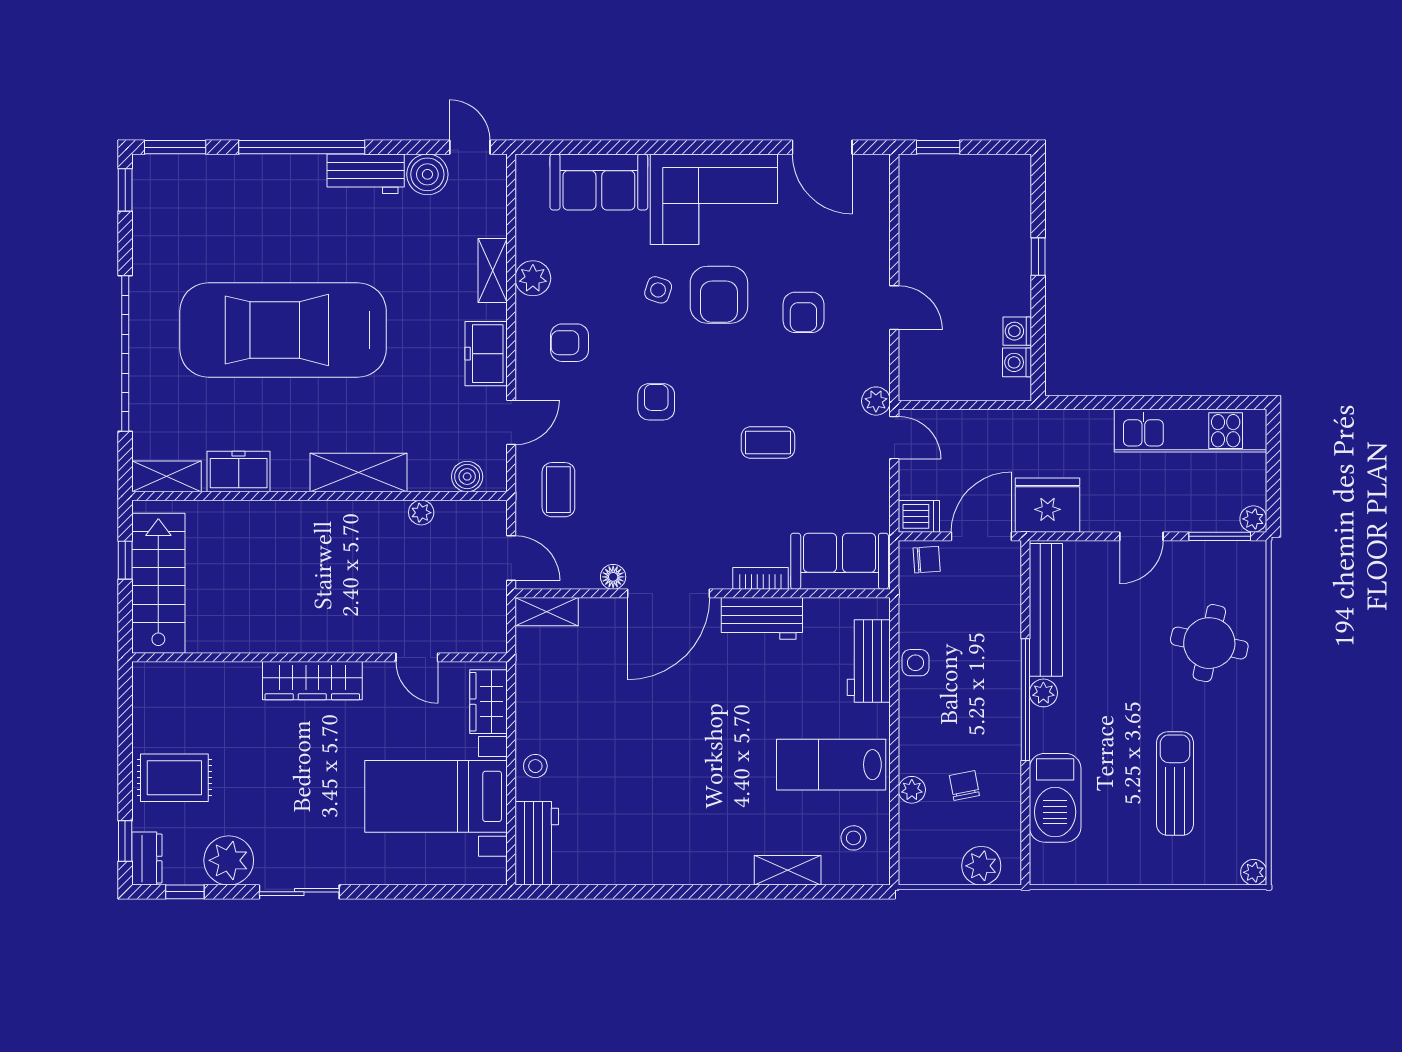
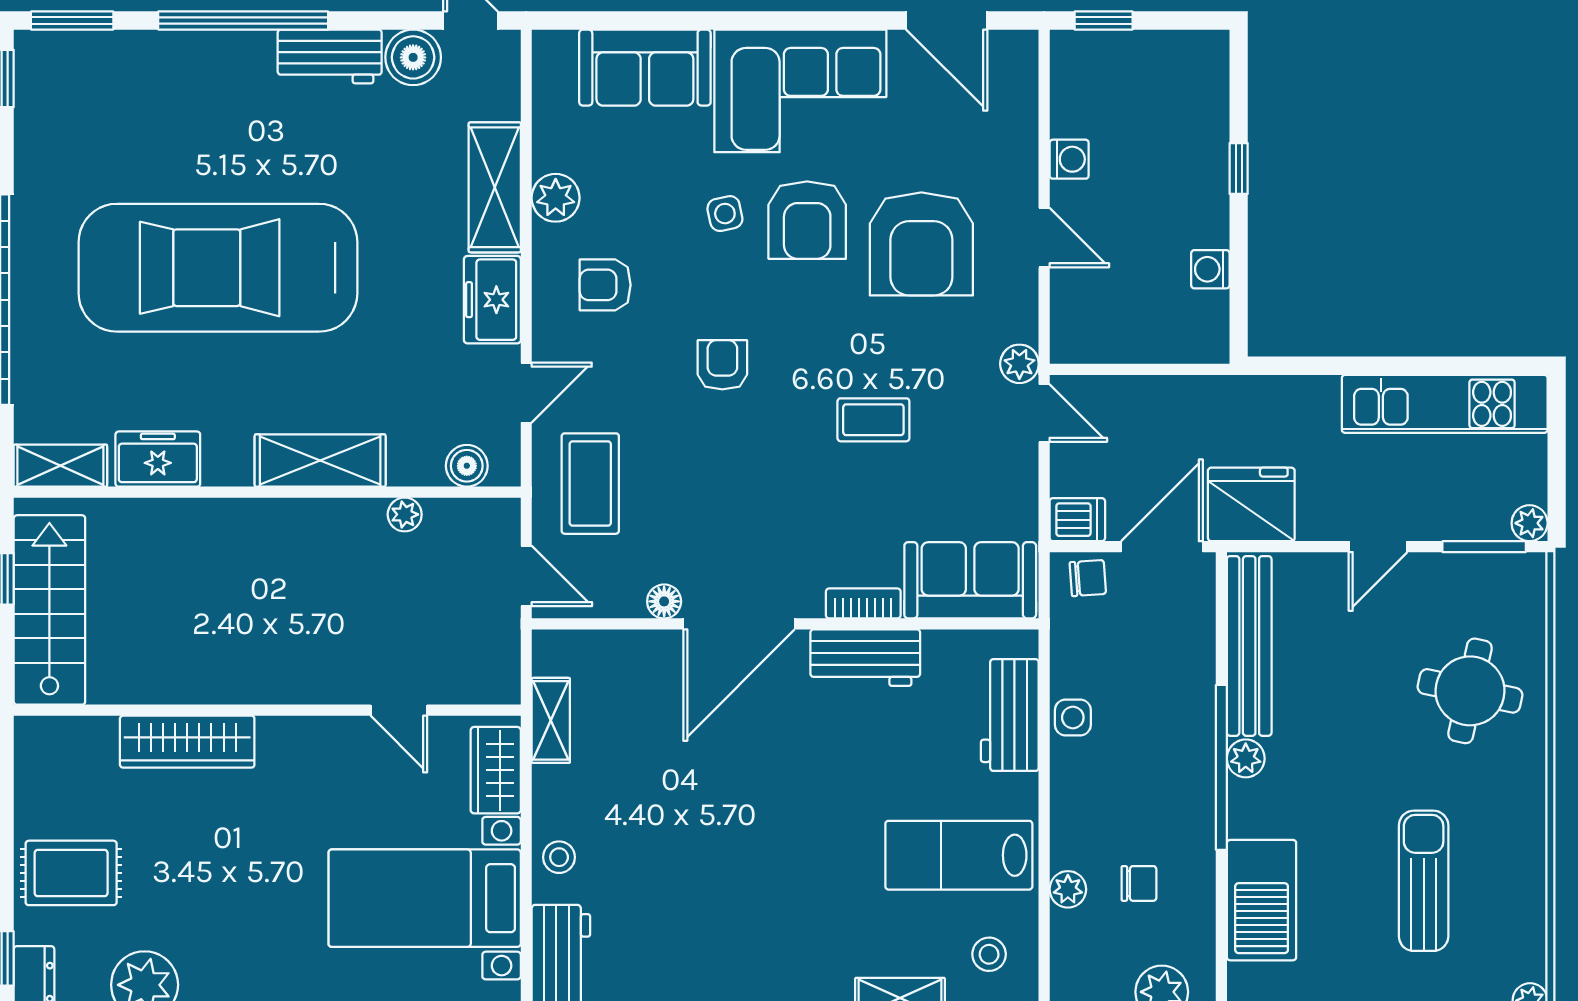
shelving: (493, 270) -> (495, 187), width x1.50, depth x1.33
side table: (658, 290) -> (725, 214), turned -30
armchair: (803, 312) -> (921, 244), width x1.88, depth x1.88
washing machine: (1017, 362) -> (1069, 159), moved, turned 180
coffee table: (558, 490) -> (590, 484), width x1.36, depth x1.30
shelving: (547, 612) -> (551, 720), moved, turned 90
wardrobe: (312, 681) -> (187, 742), moved
chair: (964, 786) -> (1139, 883), turned 101

